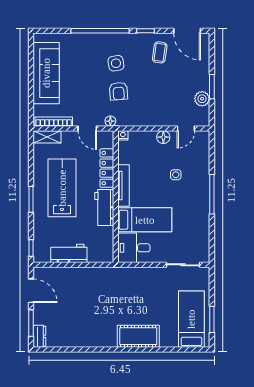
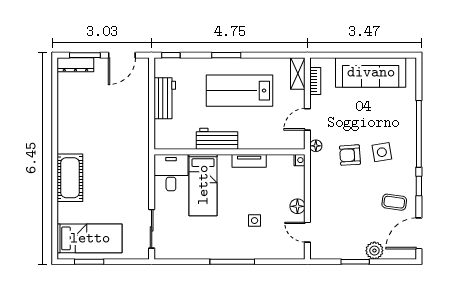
plant: (202, 99) -> (374, 251), moved
bookcase: (54, 122) -> (315, 81), width x0.64
locker: (107, 168) -> (262, 142), removed
tv unit: (124, 185) -> (249, 161), width x0.71
lab bench: (62, 188) -> (239, 91), turned 180
dresser: (39, 336) -> (75, 65), width x1.44

